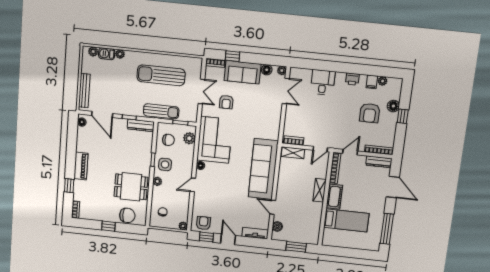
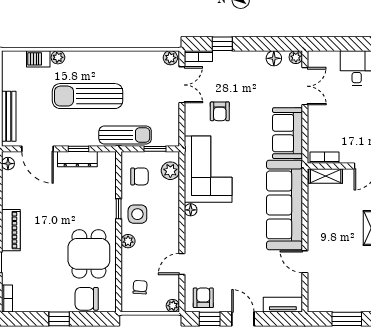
plant: (93, 51) -> (170, 58), moved
sofa: (243, 72) -> (288, 133), moved, turned 90
sun lounger: (161, 75) -> (87, 96), moved
double door: (201, 91) -> (182, 85), moved
dresser: (141, 125) -> (77, 159), moved
door: (193, 185) -> (182, 264), moved
dining table: (131, 187) -> (89, 254), turned 90
chair: (127, 215) -> (87, 299), turned 180
boiler: (277, 226) -> (315, 290), removed

